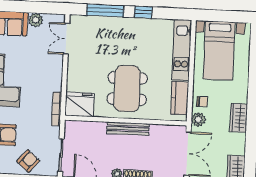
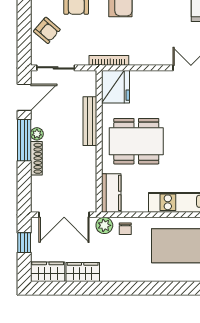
kitchen counter: (180, 98) -> (111, 193), moved, turned 90
wardrobe: (239, 118) -> (83, 272), moved
bench: (128, 129) -> (90, 121), moved

